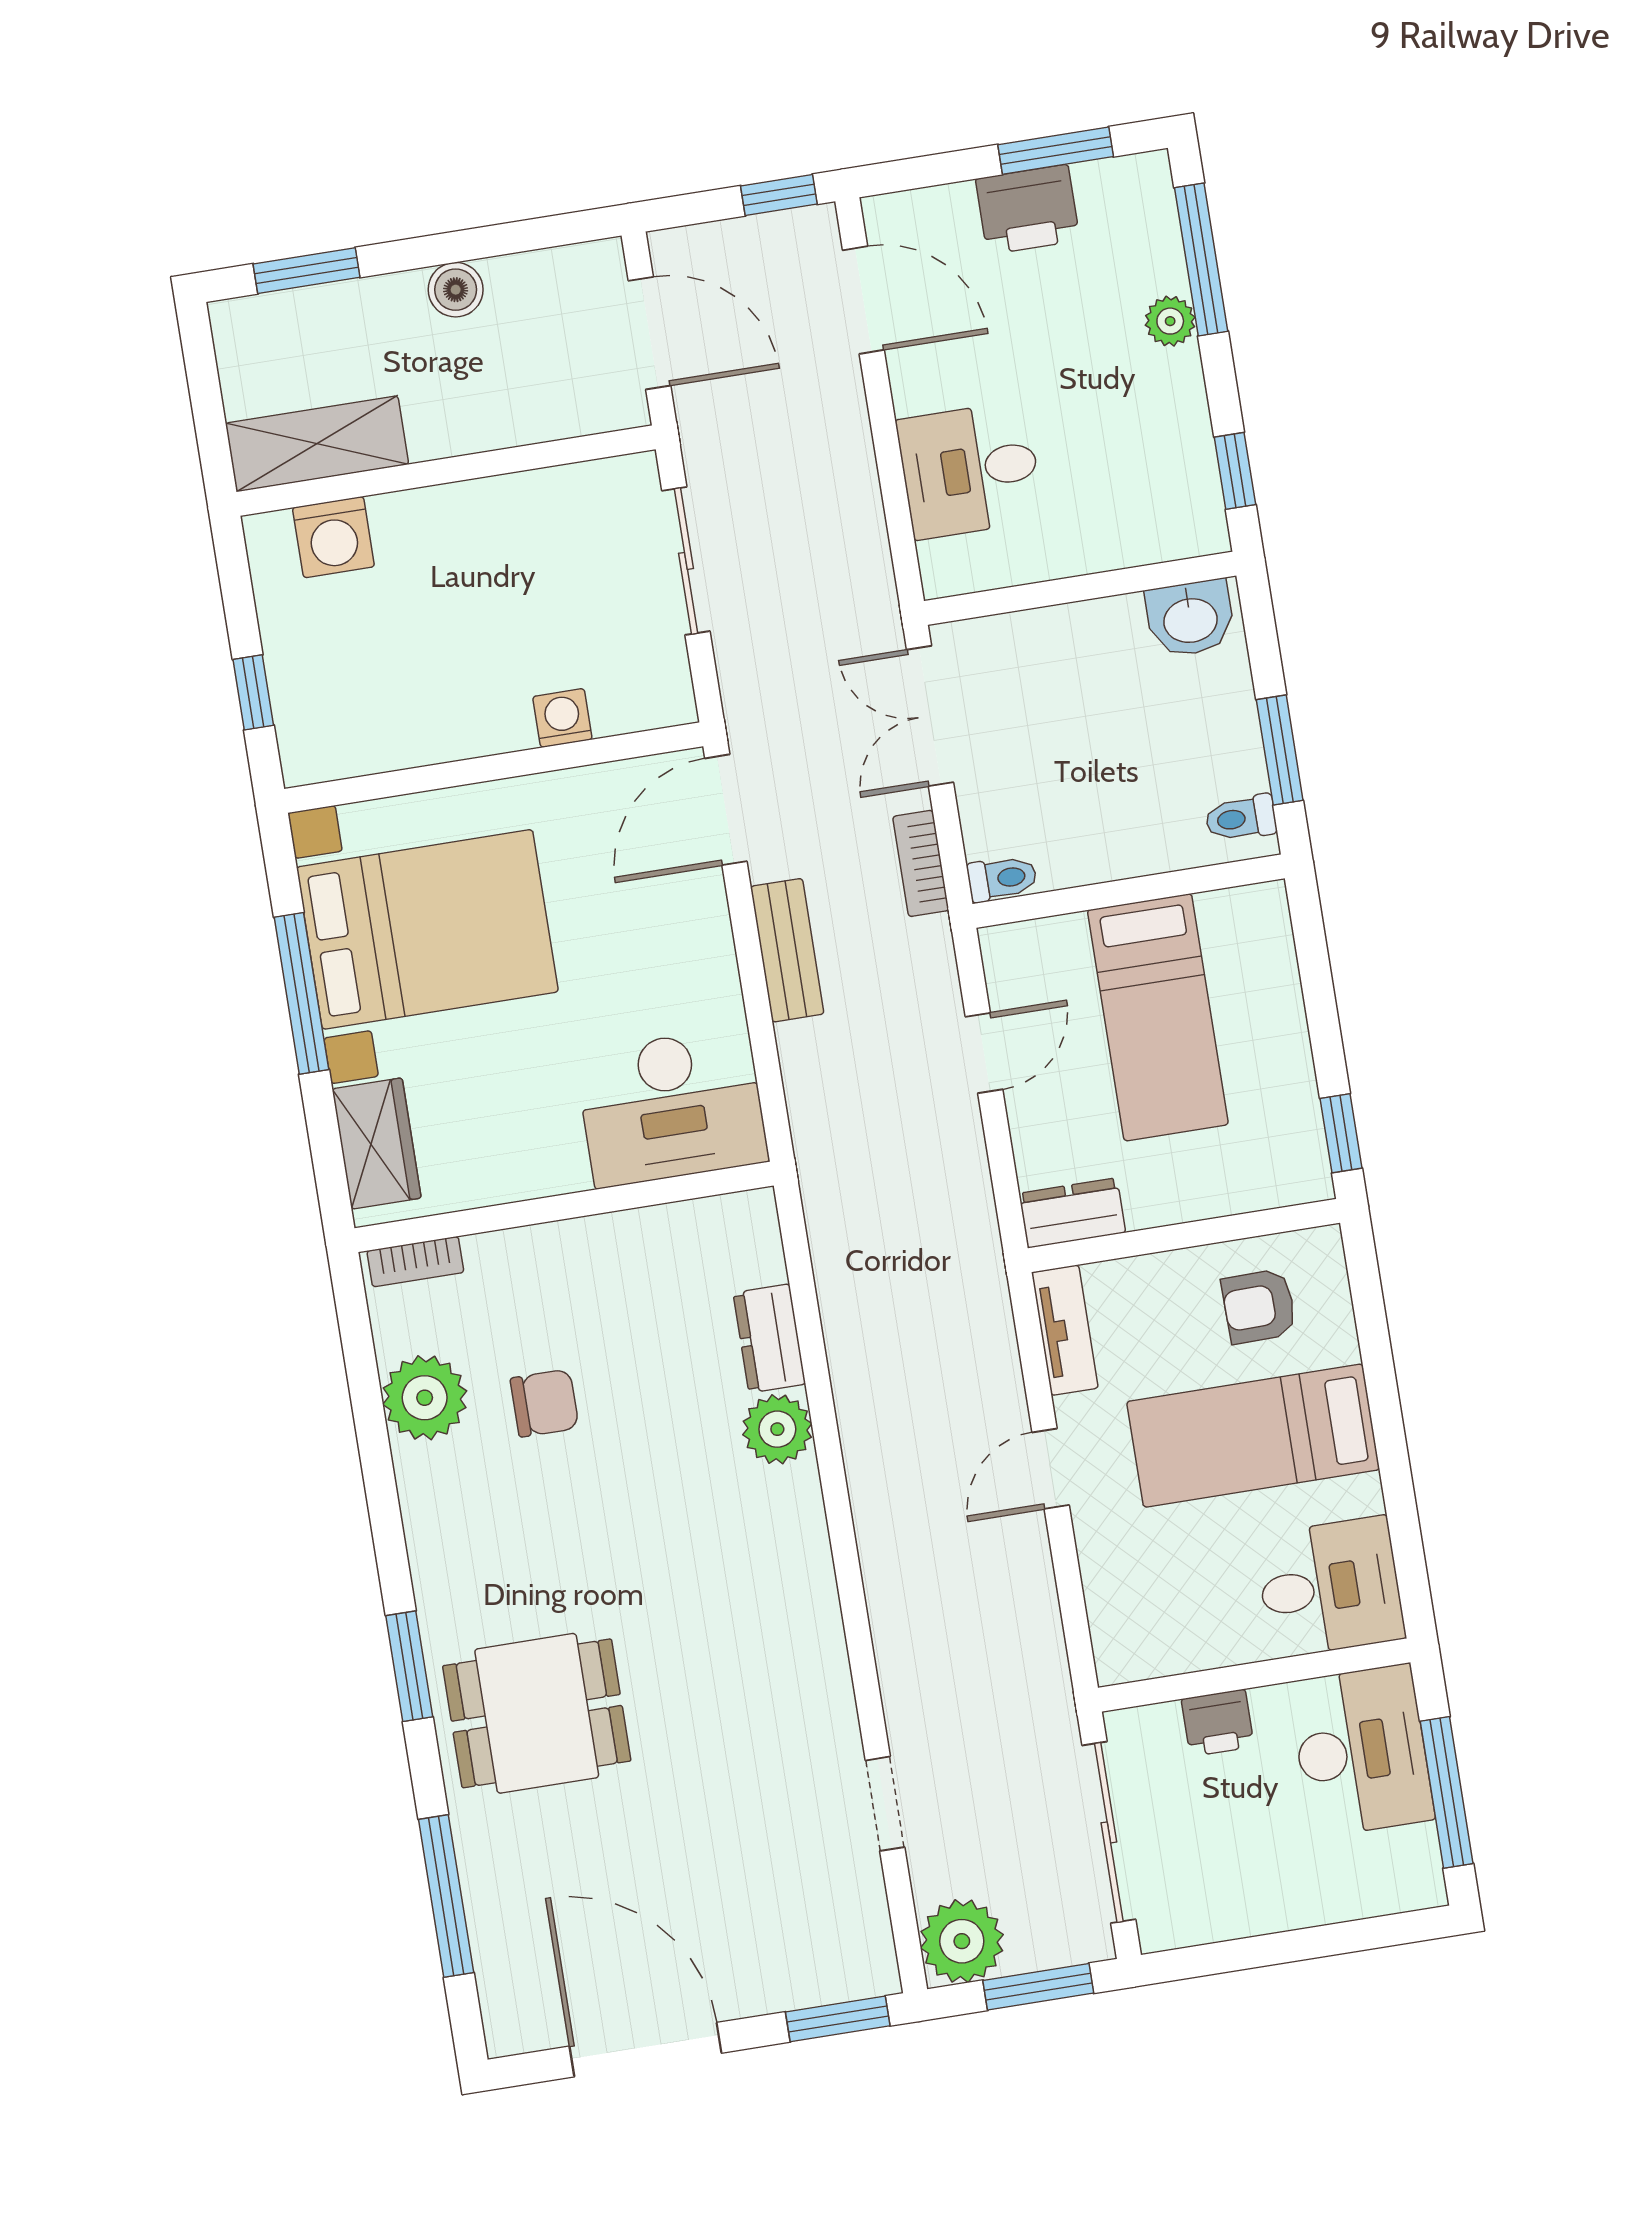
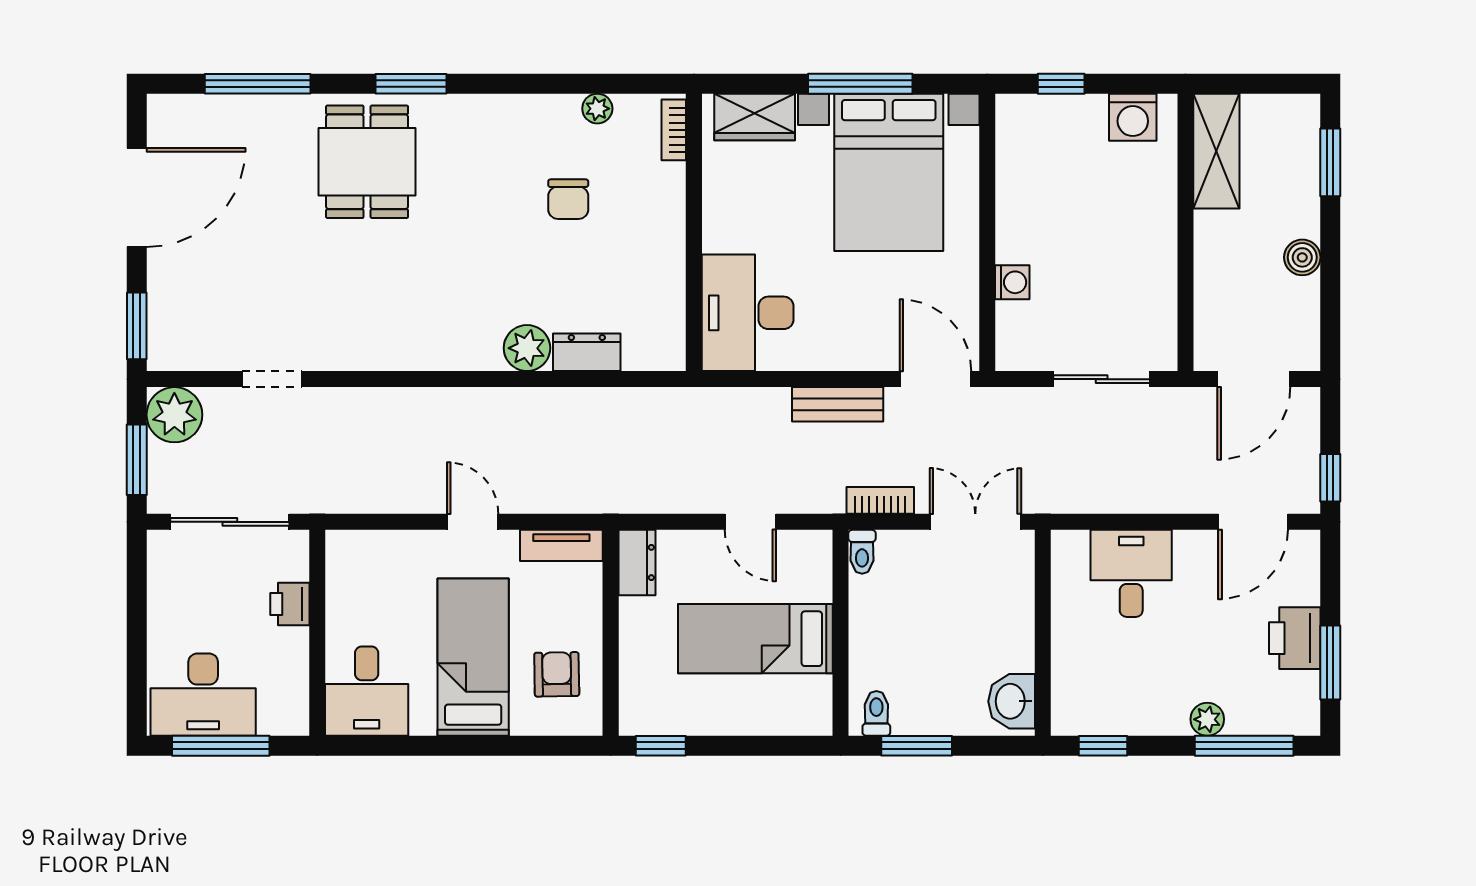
washing machine: (333, 537) -> (1133, 117), moved, turned -90
plant: (425, 1398) -> (597, 109), width x0.53, depth x0.53
desk: (1361, 1751) -> (203, 695), moved

